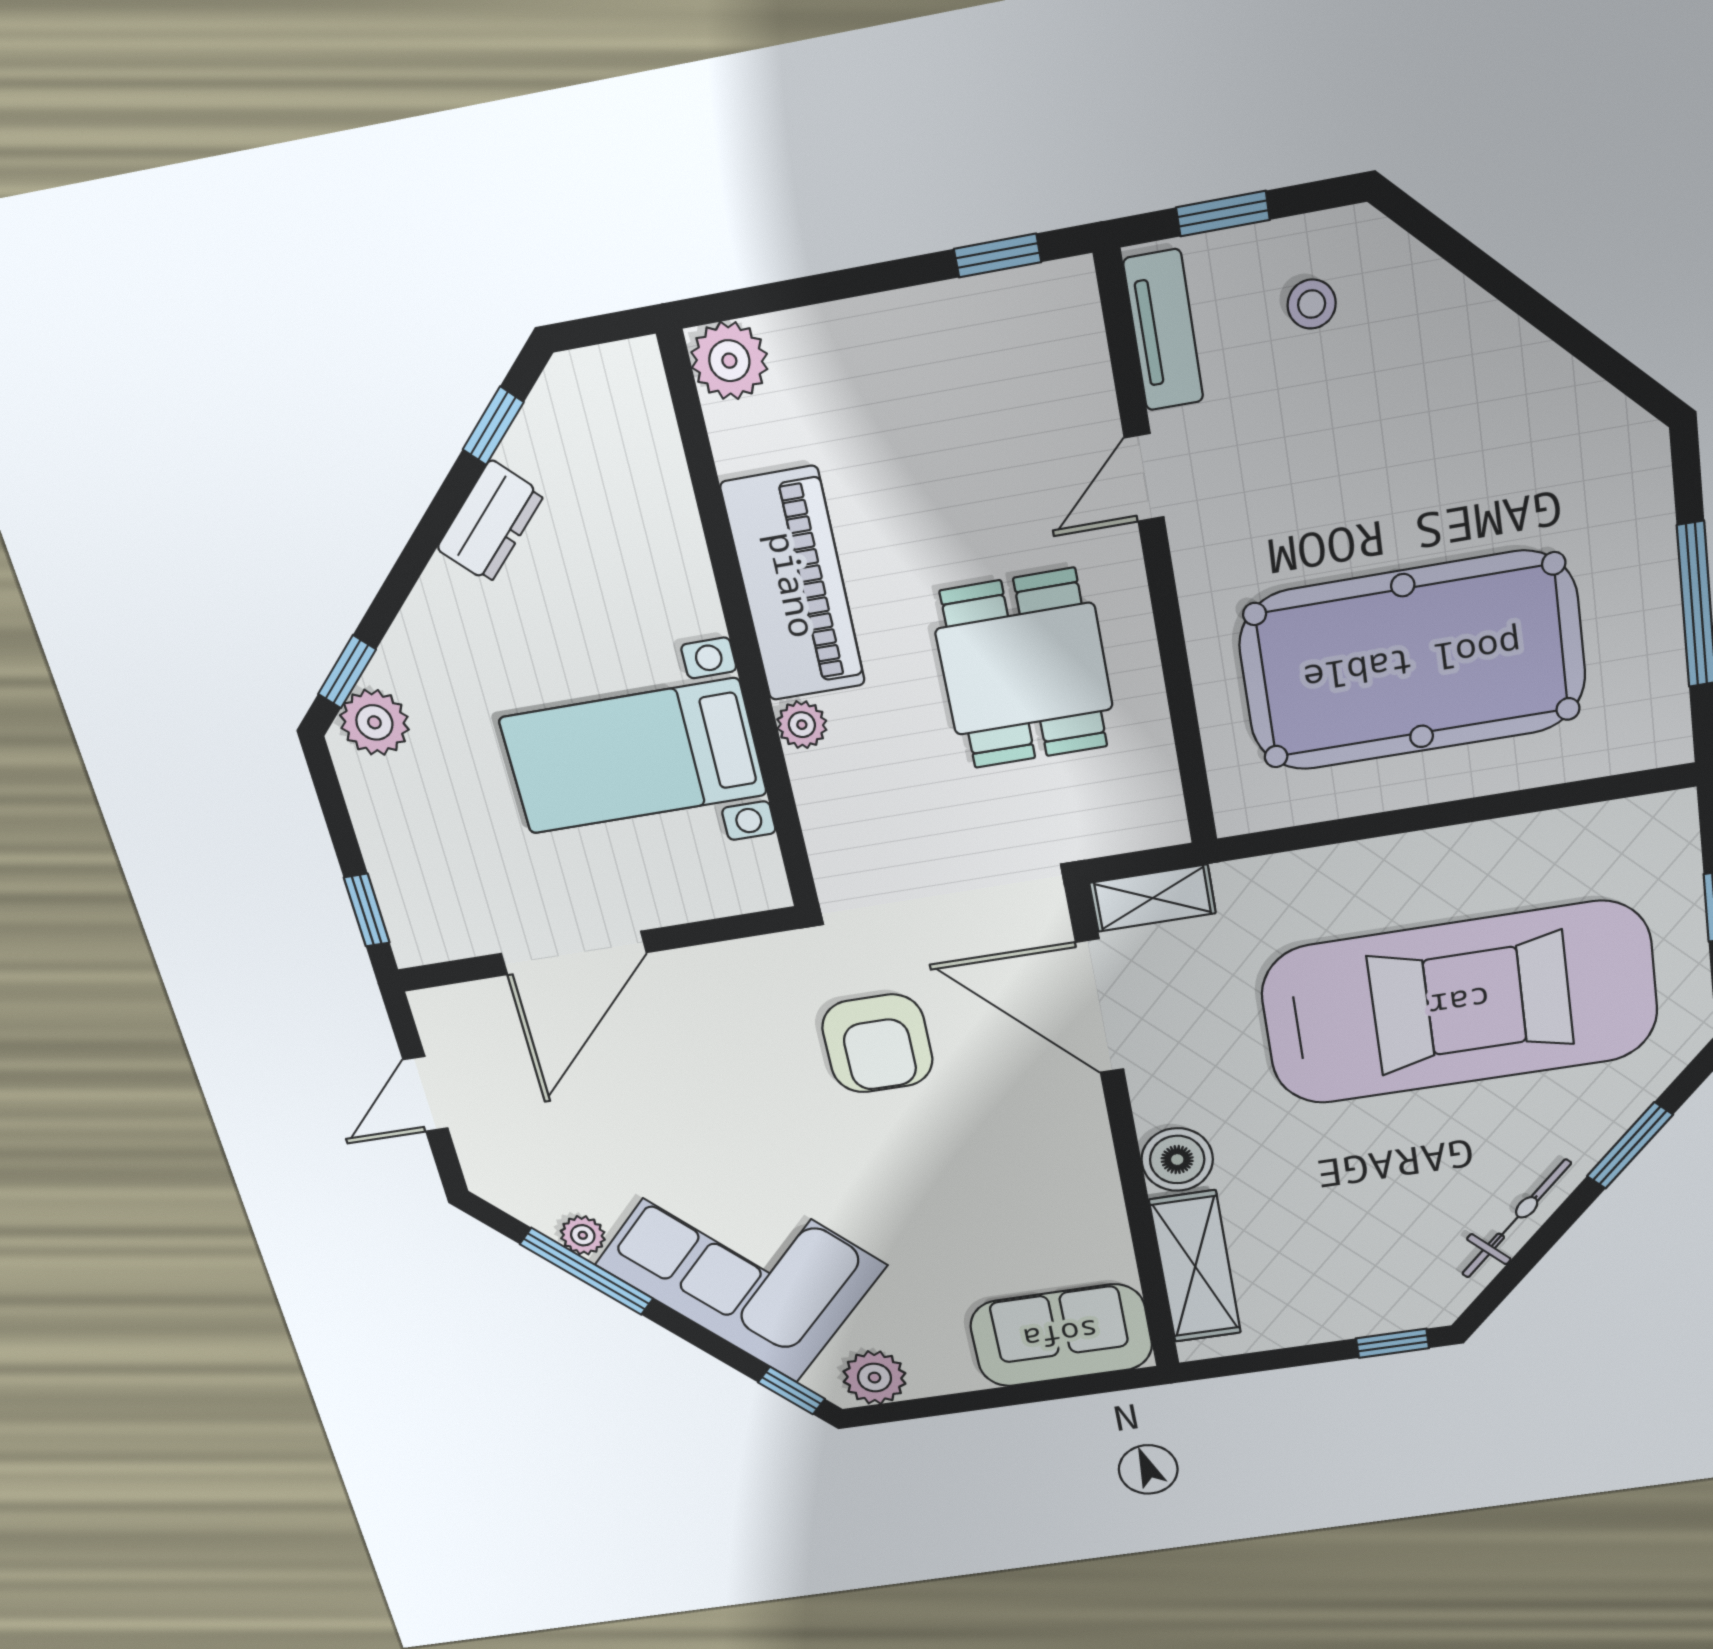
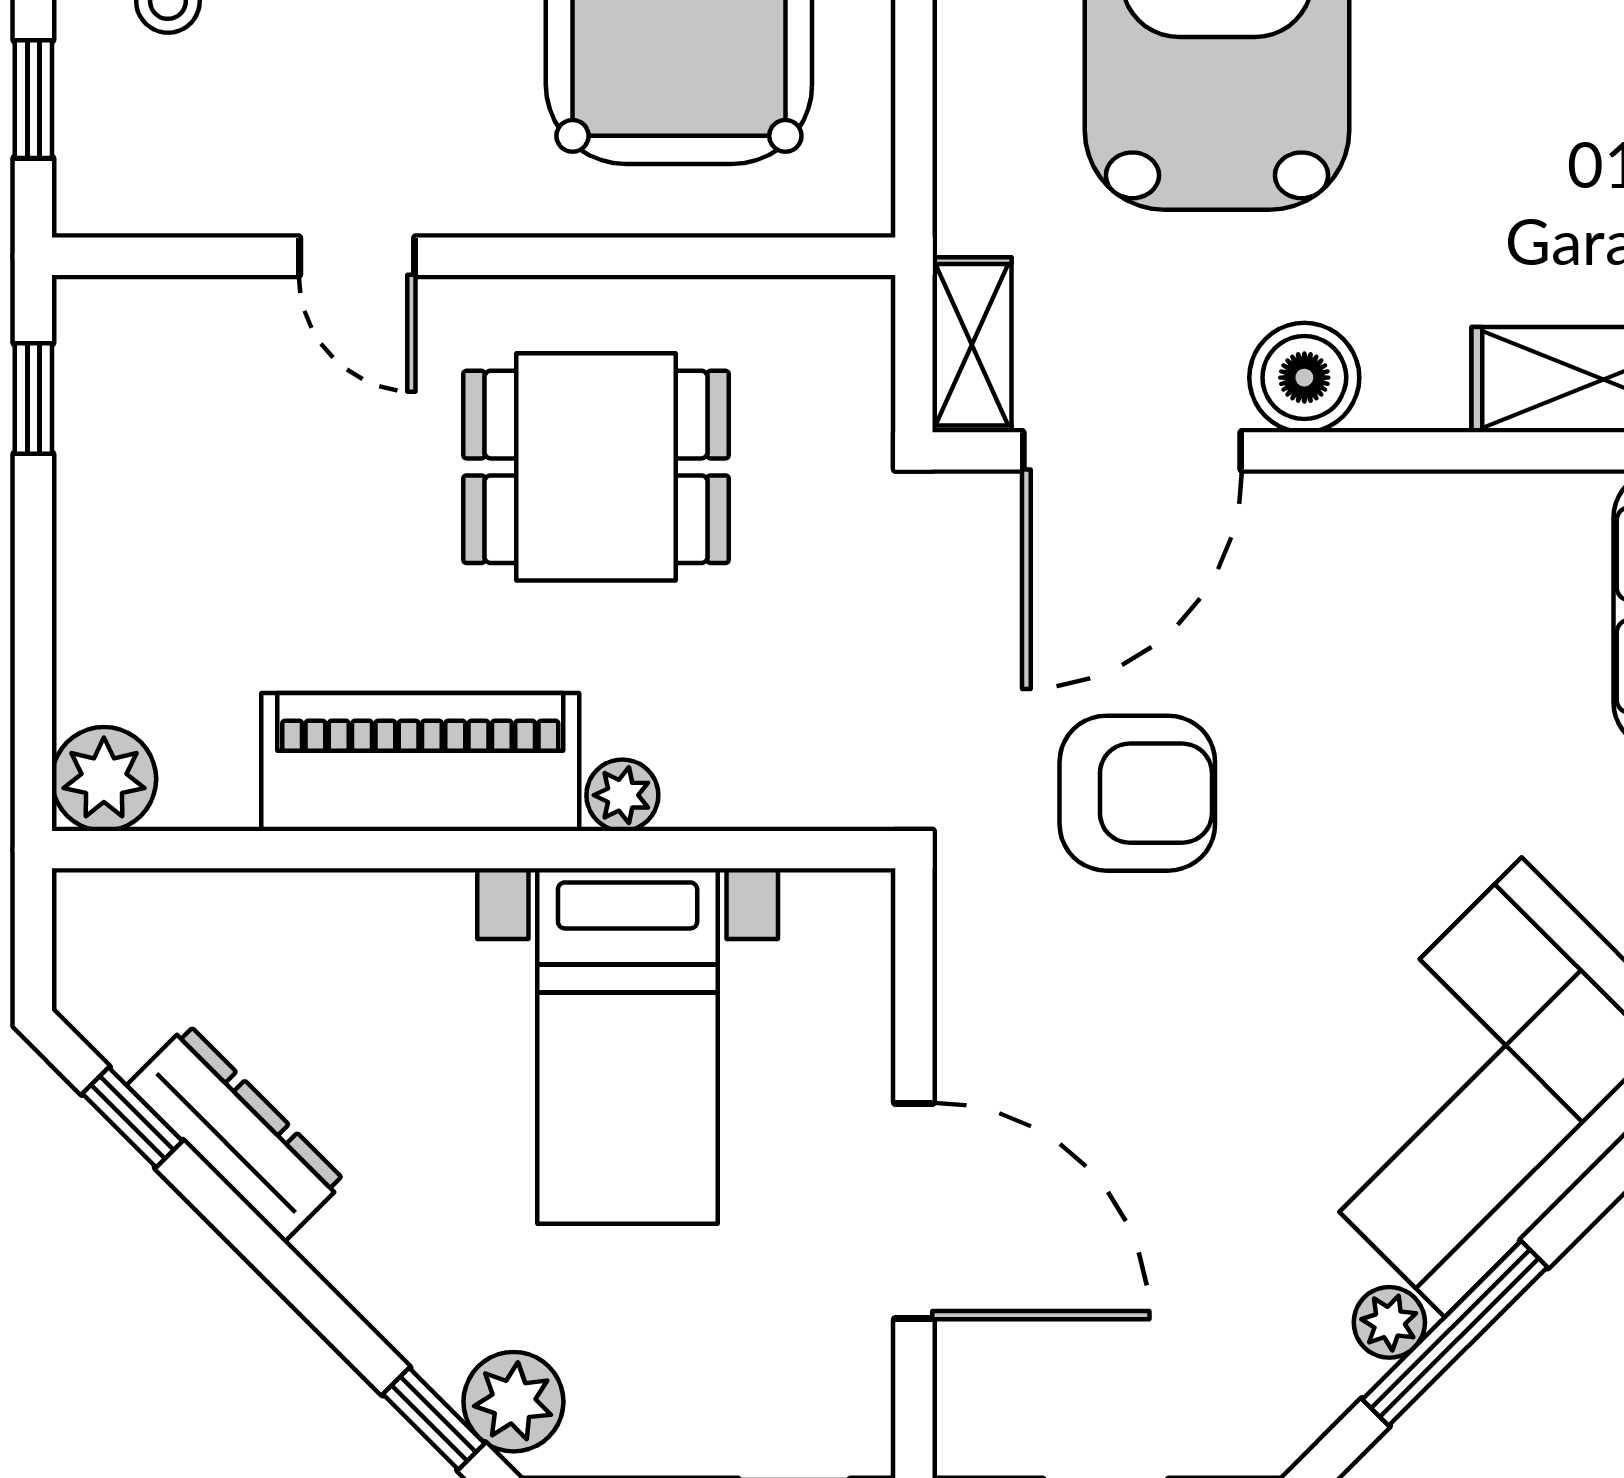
tv unit: (1163, 330) -> (167, 199), removed
dresser: (490, 522) -> (236, 1133), width x1.44
boiler: (1177, 1160) -> (1304, 378), moved

